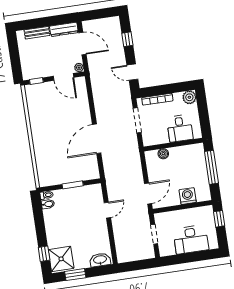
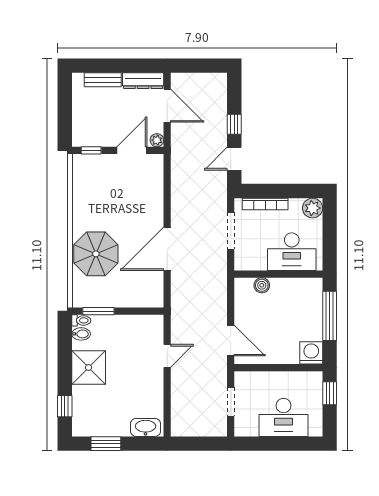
window: (127, 39) -> (234, 124), moved
door: (132, 72) -> (234, 159), hinge flipped
door: (63, 77) -> (132, 150), swing flipped
desk: (180, 128) -> (292, 252), width x1.37
parasol: (50, 149) -> (96, 254), added
window: (73, 185) -> (98, 311), moved
door: (148, 194) -> (231, 341), hinge flipped
washing machine: (188, 196) -> (311, 353), moved
shower: (61, 259) -> (89, 367), moved

